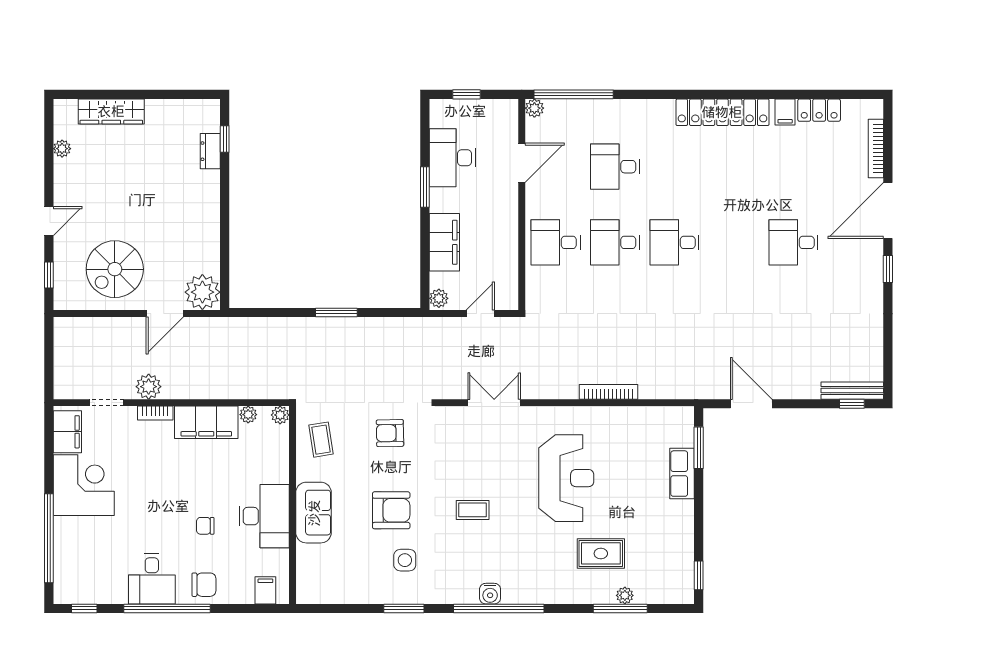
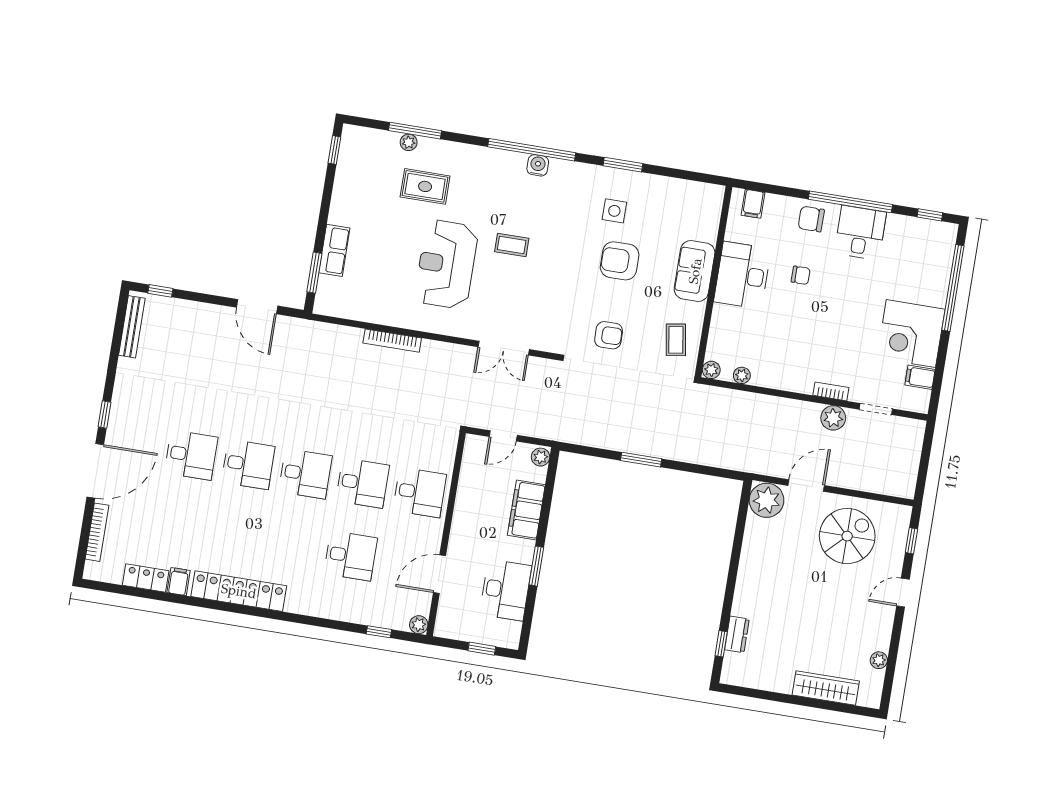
window: (574, 94) -> (379, 632), width x0.32
desk: (734, 242) -> (248, 464), added
bench: (852, 391) -> (132, 327), moved, turned 90
filing cabinet: (206, 422) -> (783, 374), removed
filing cabinet: (67, 432) -> (920, 377), width x0.50
coffee table: (473, 510) -> (512, 245), moved

